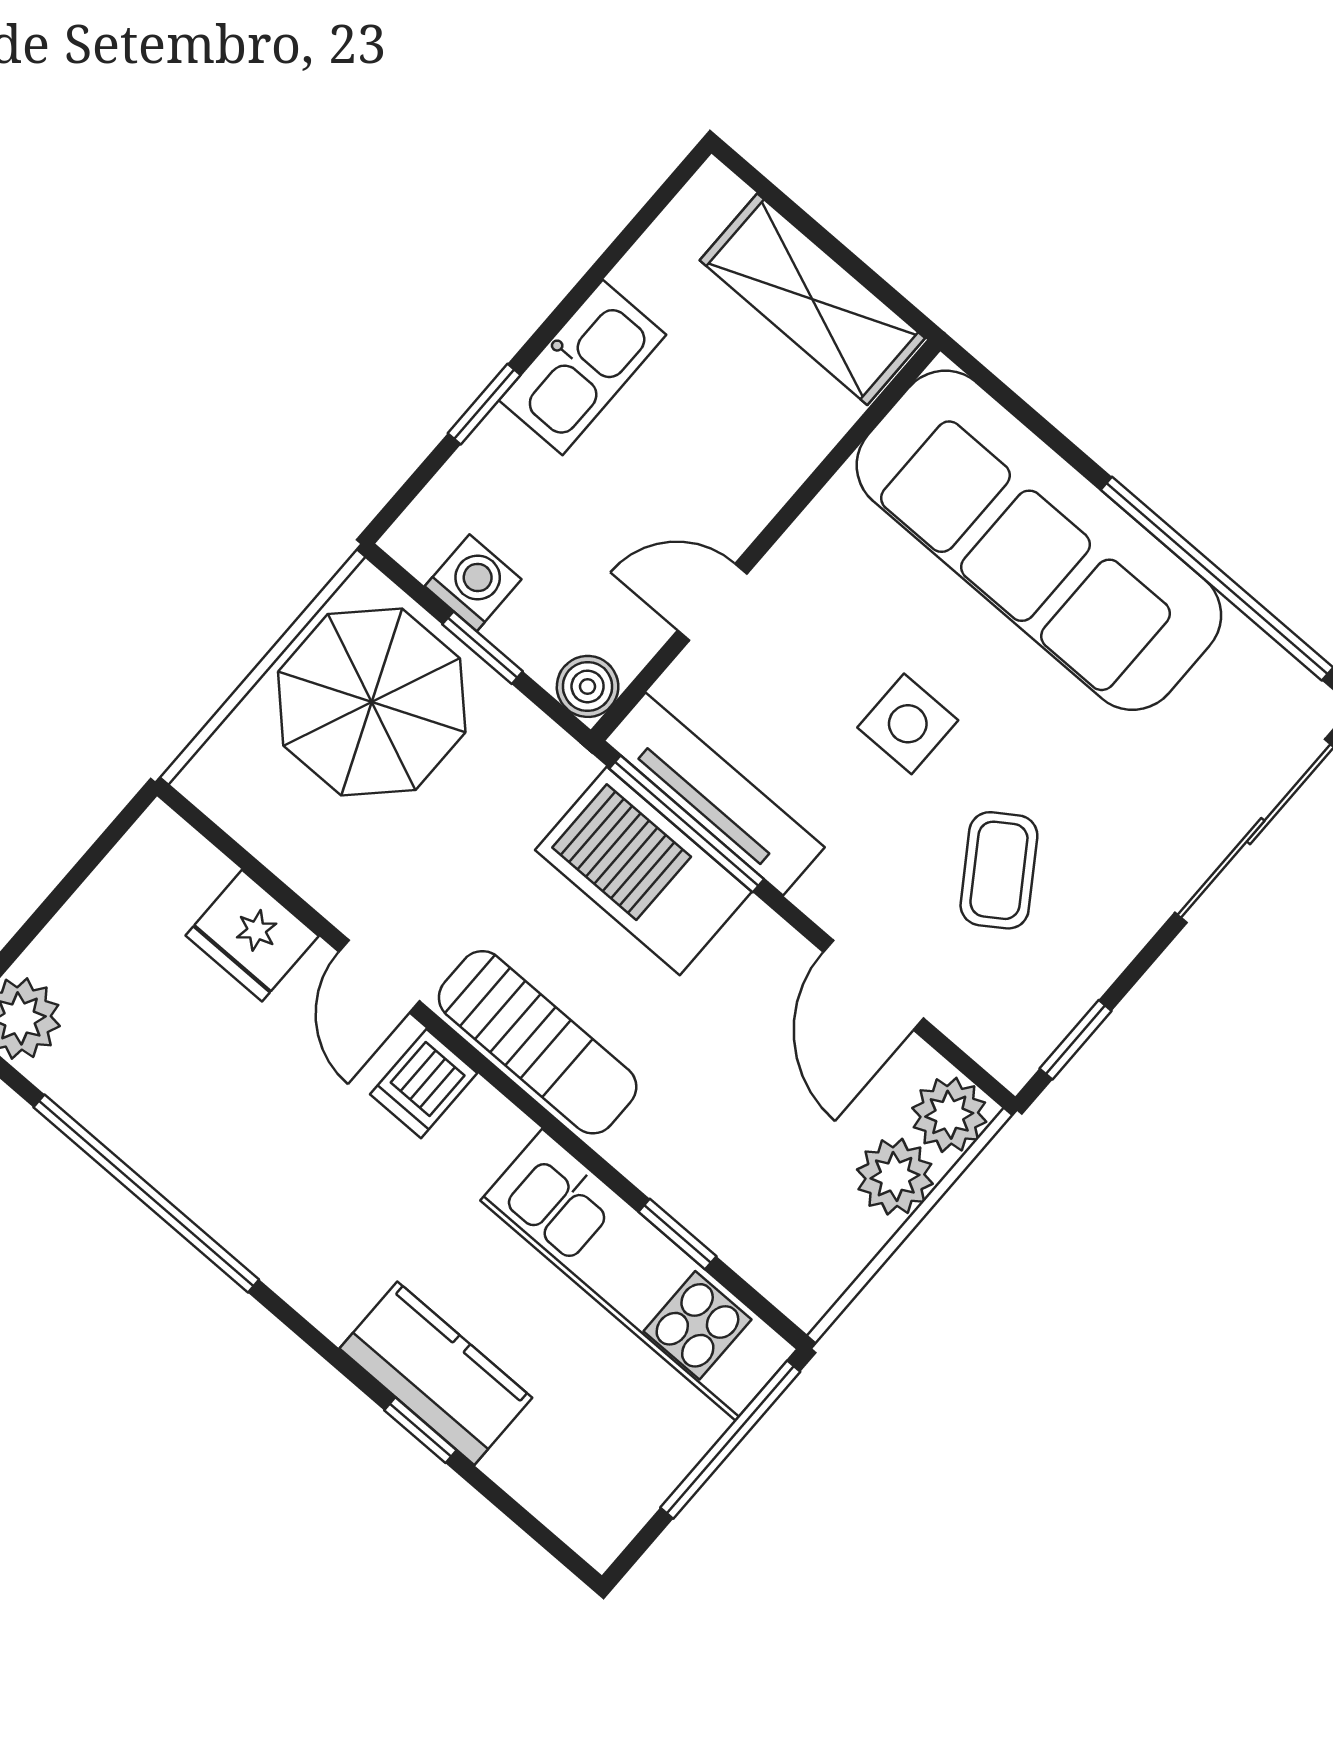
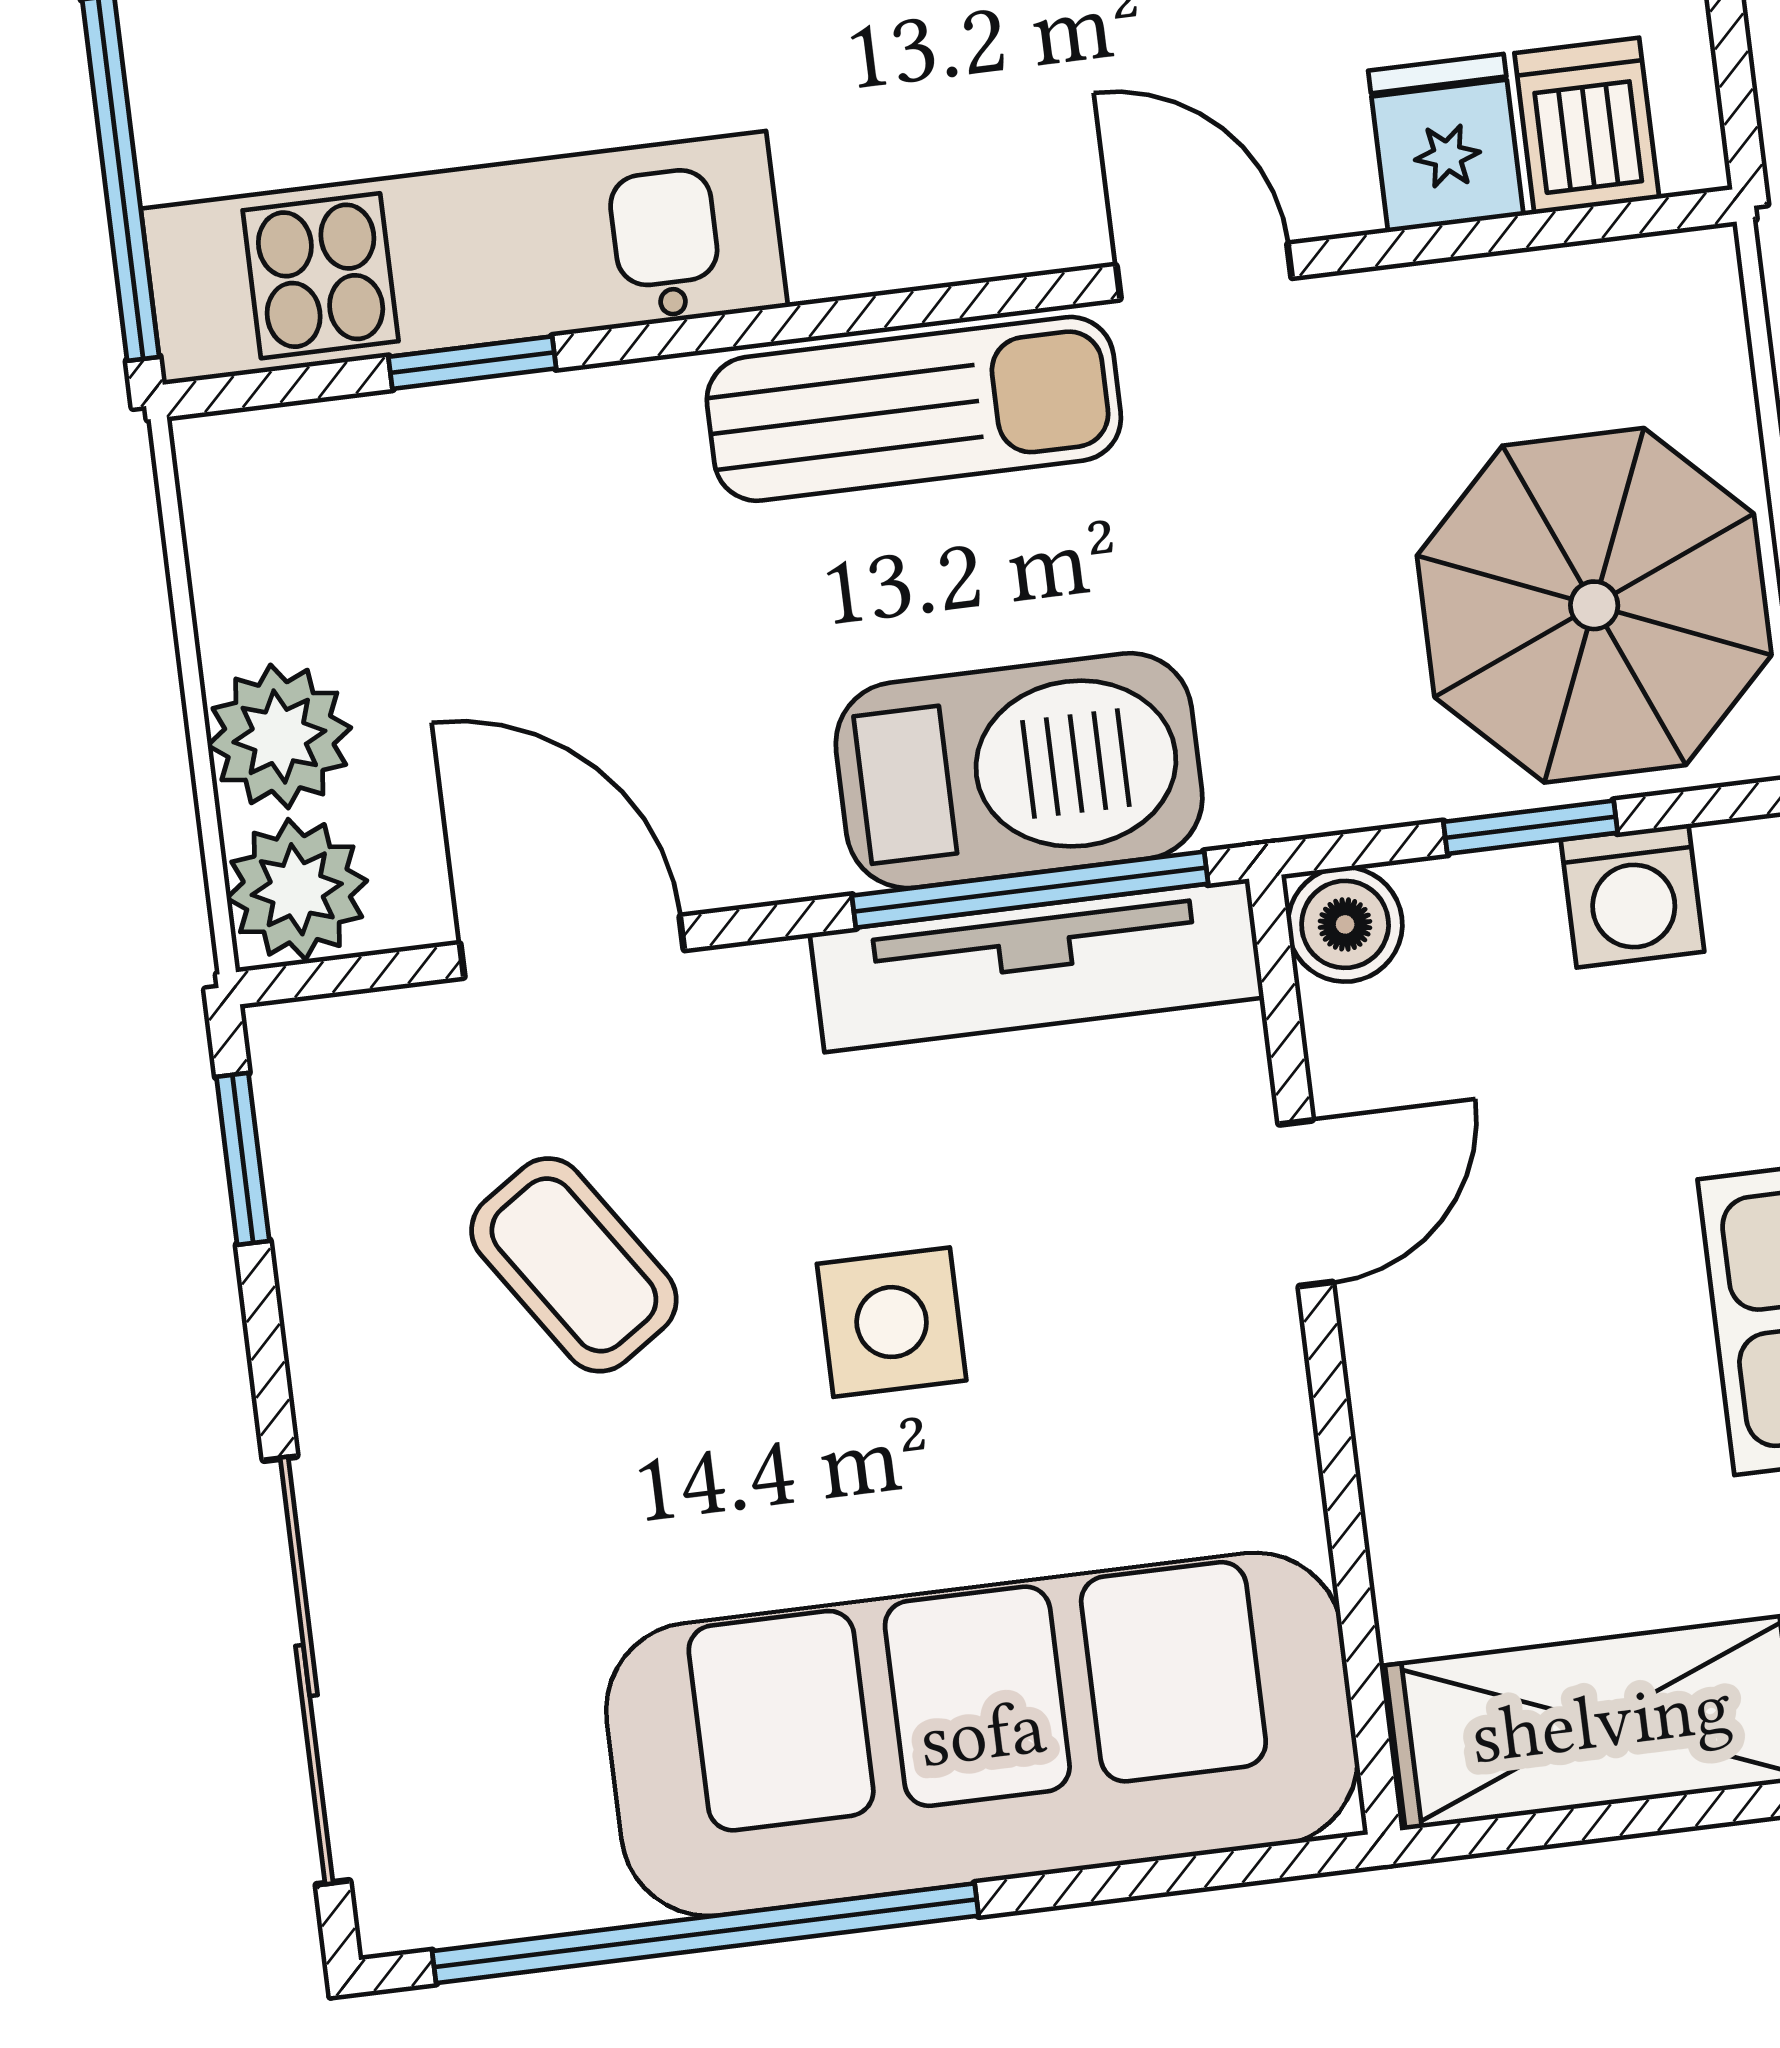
fridge: (252, 936) -> (1446, 143), width x0.72
sun lounger: (538, 1042) -> (914, 409), turned 180
dishwasher: (424, 1084) -> (1587, 126), moved

